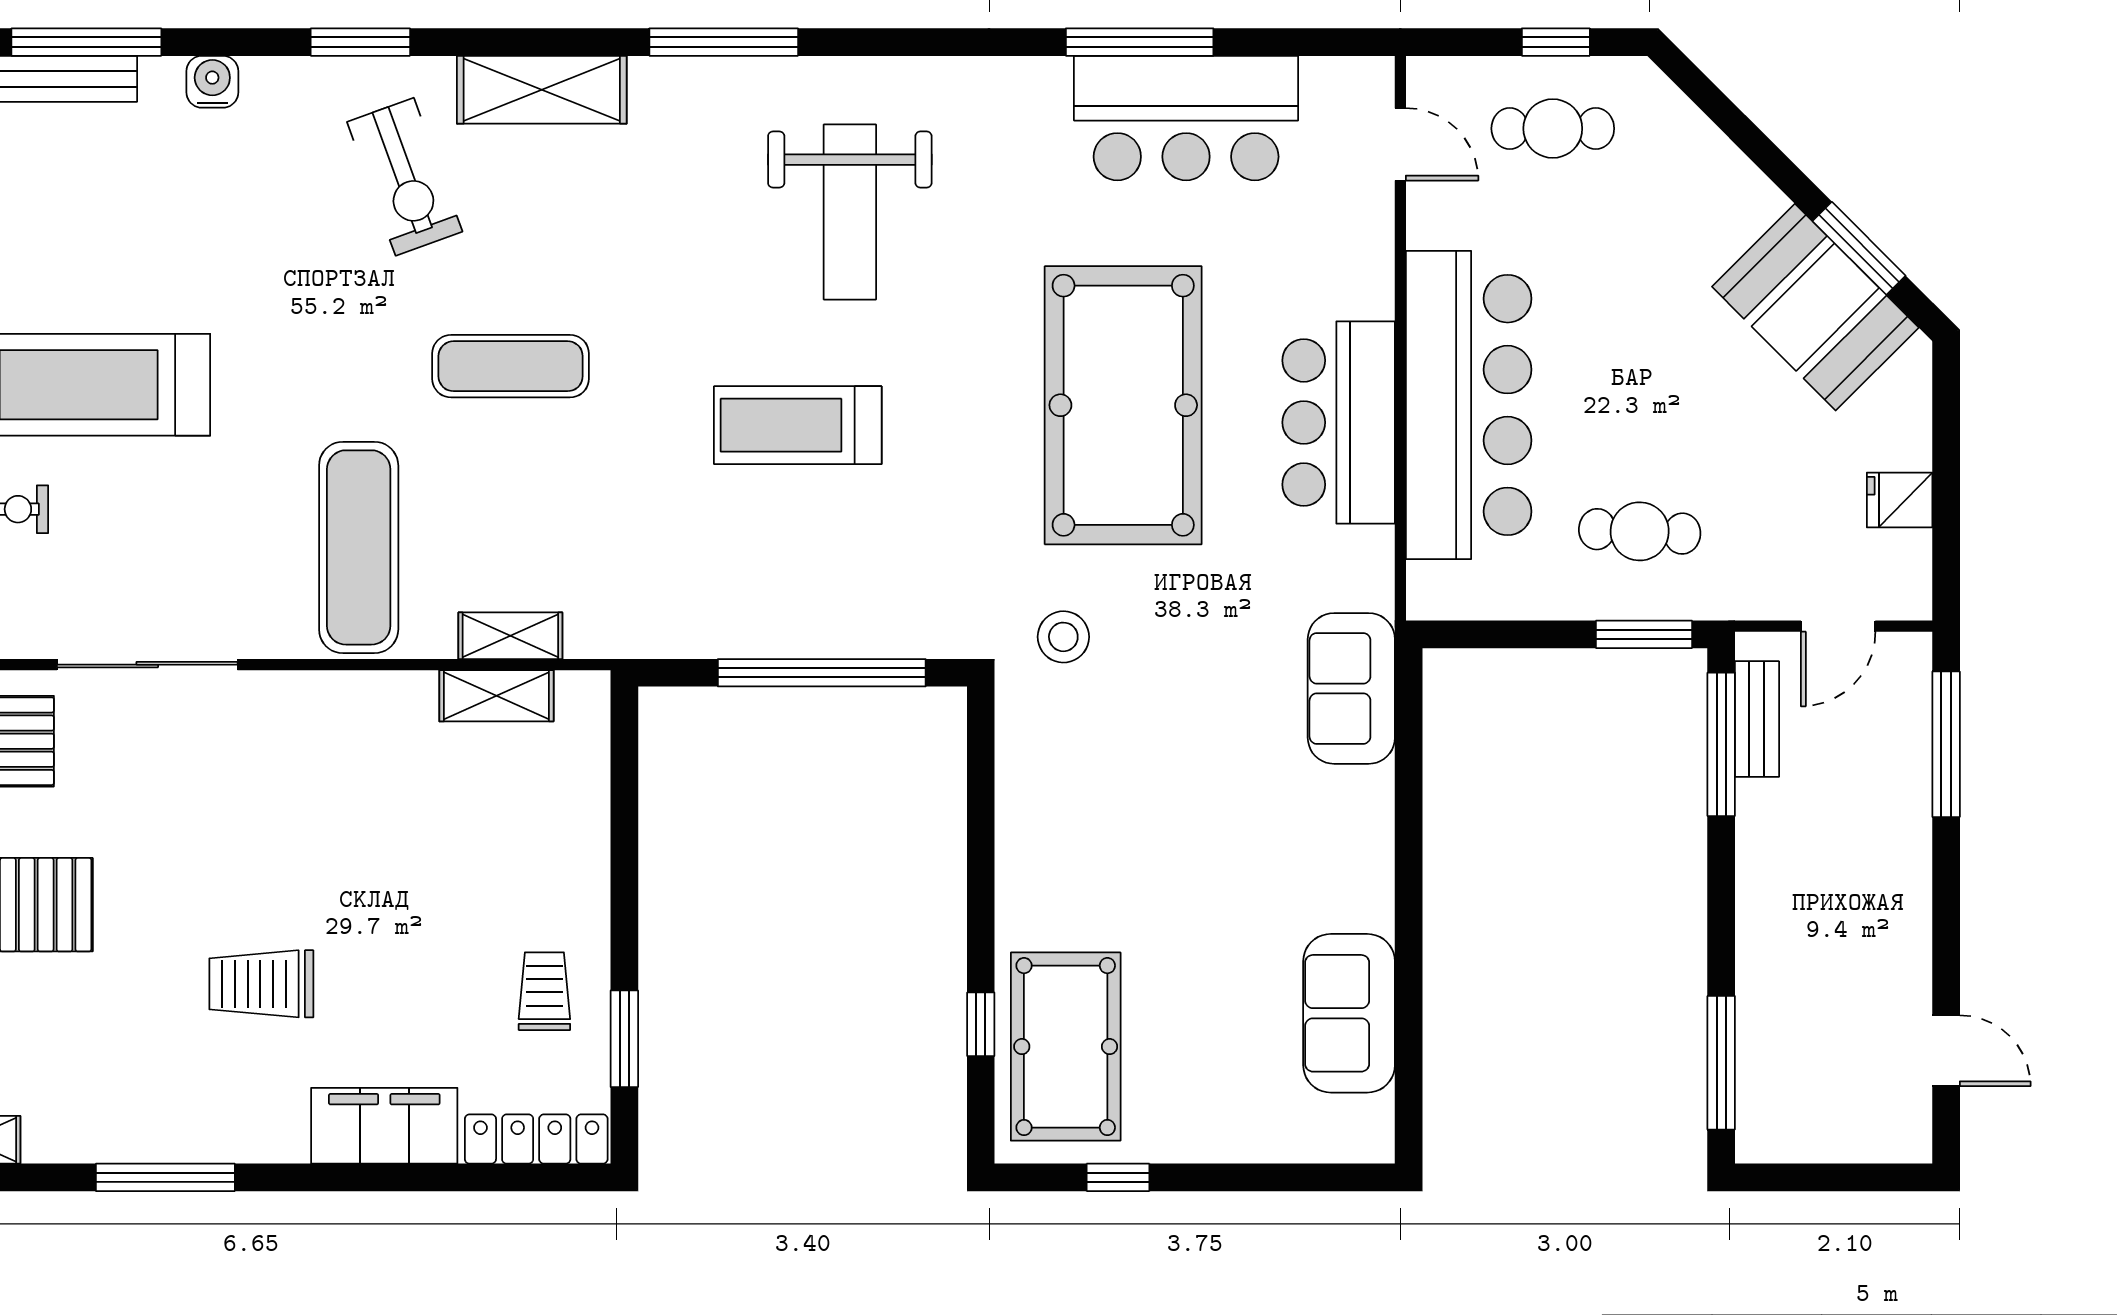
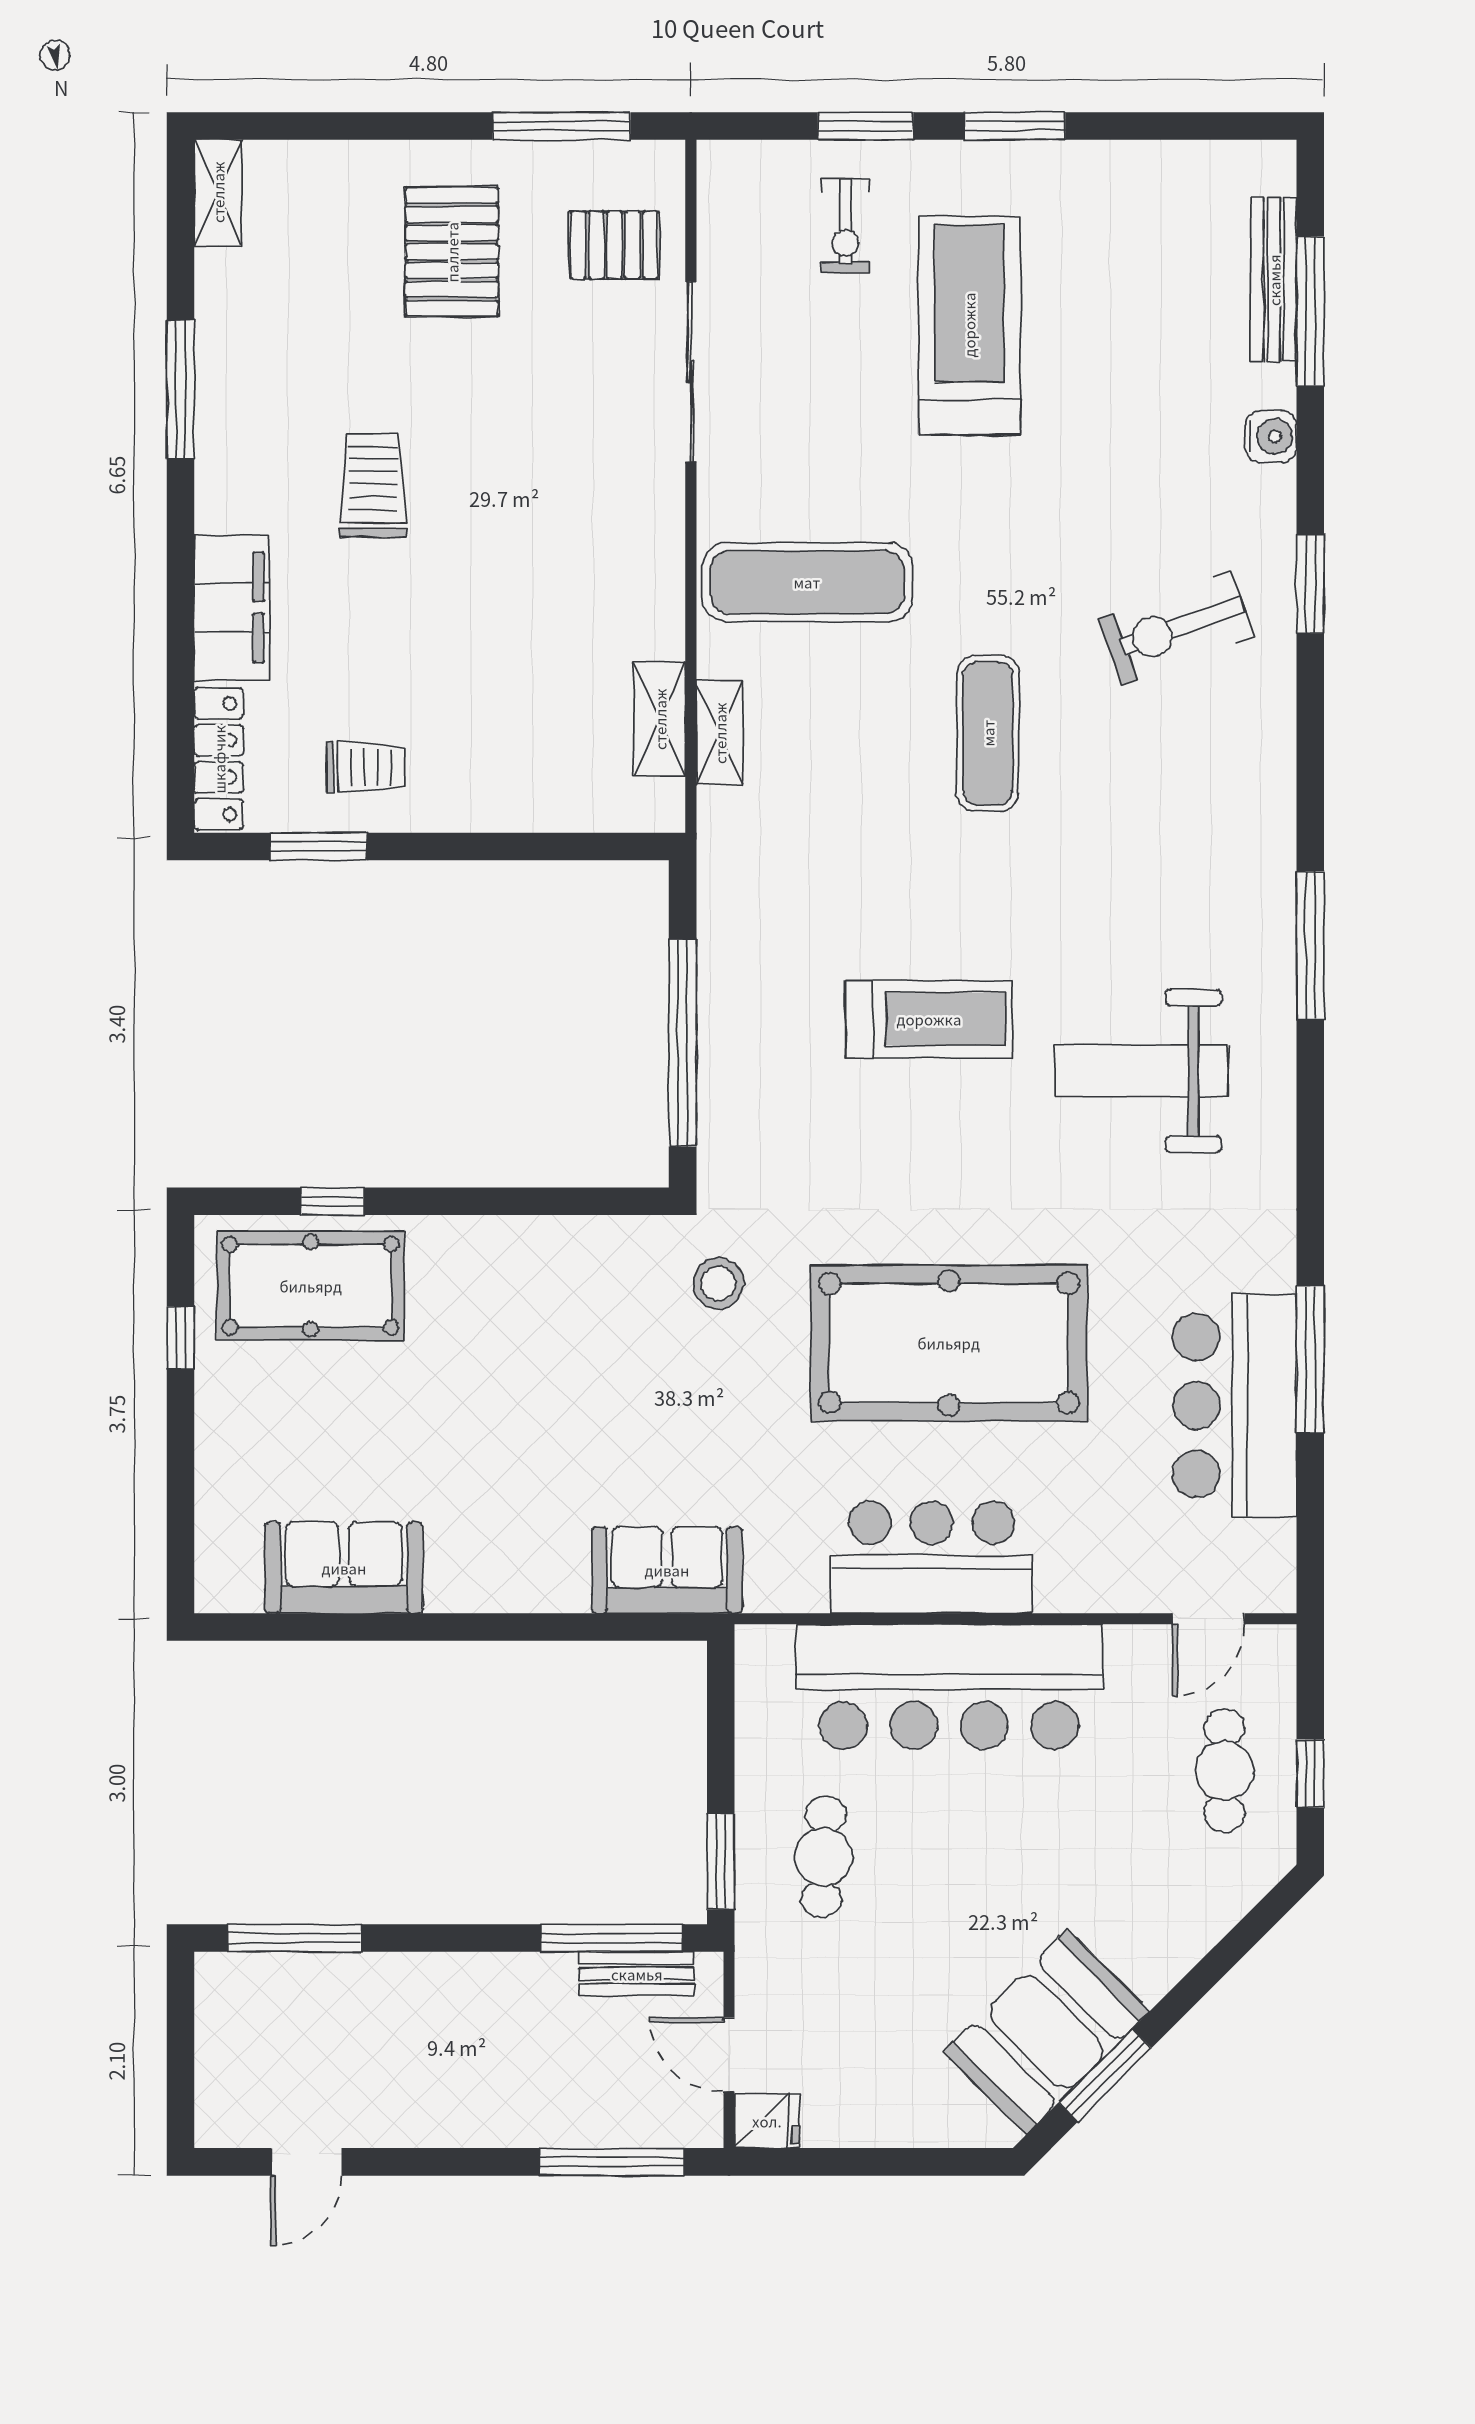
shelving: (542, 90) -> (1263, 764), removed
treadmill: (798, 425) -> (929, 1019), turned 90
fridge: (1900, 500) -> (767, 2121), moved, turned 90

